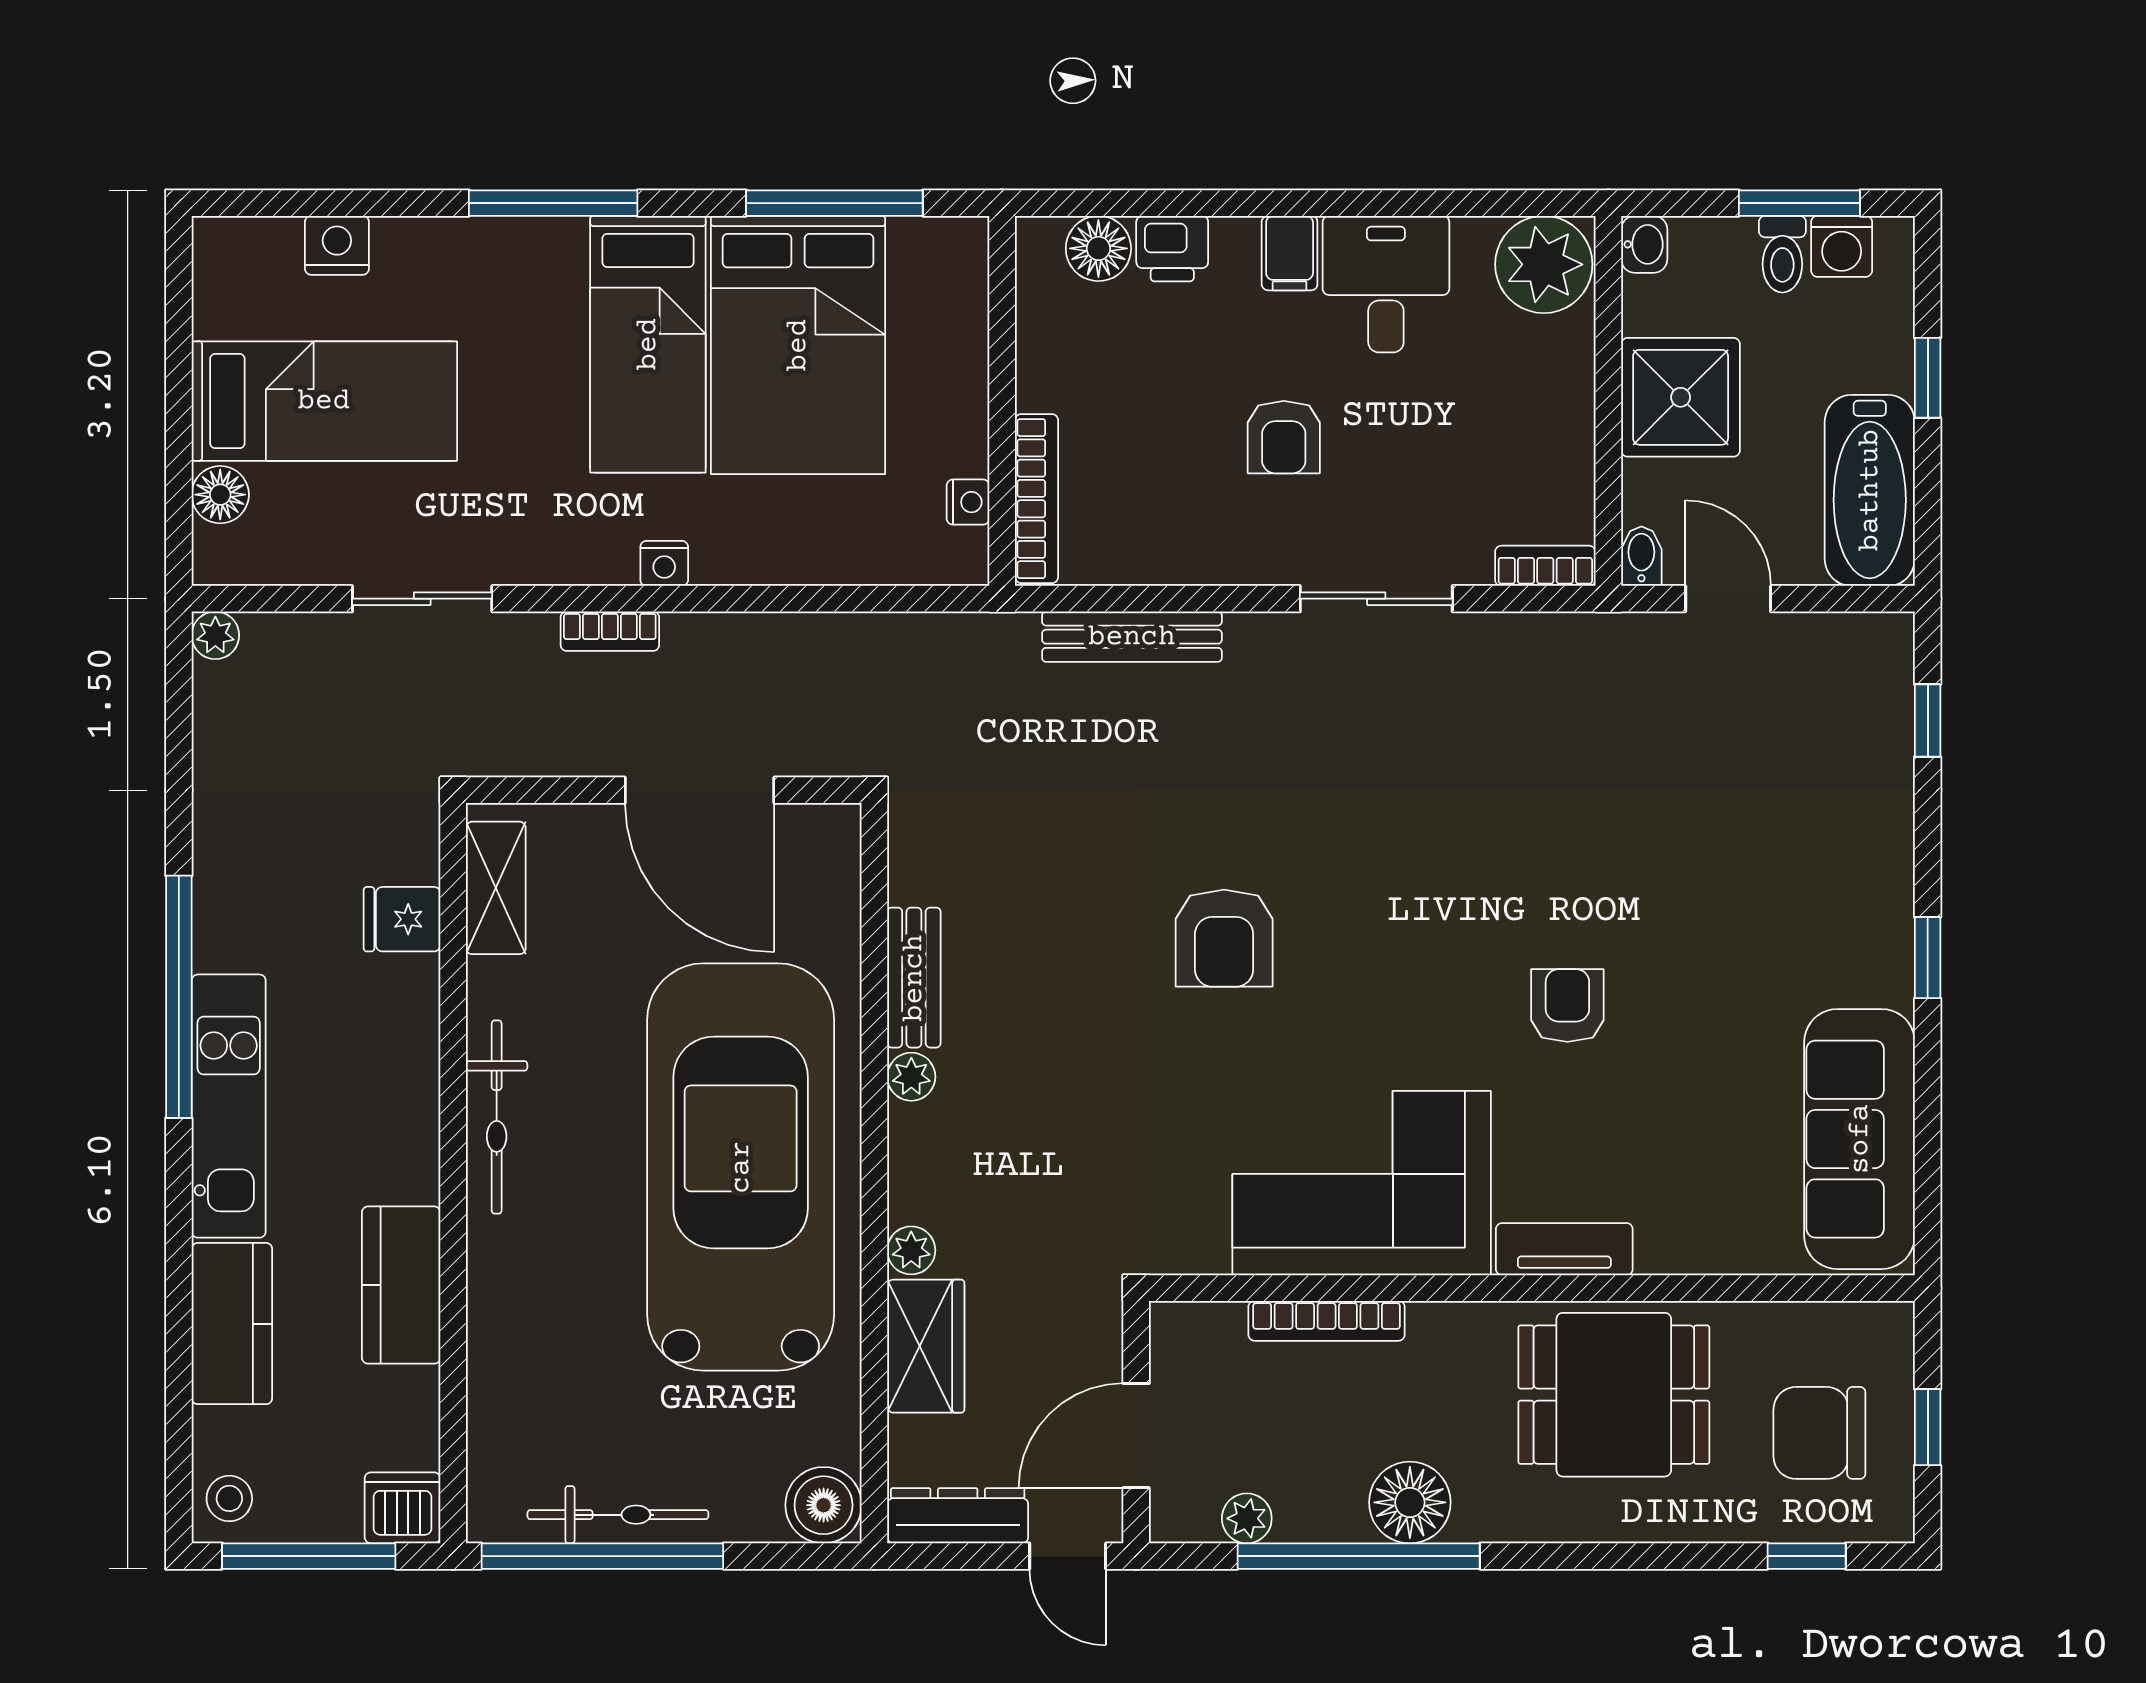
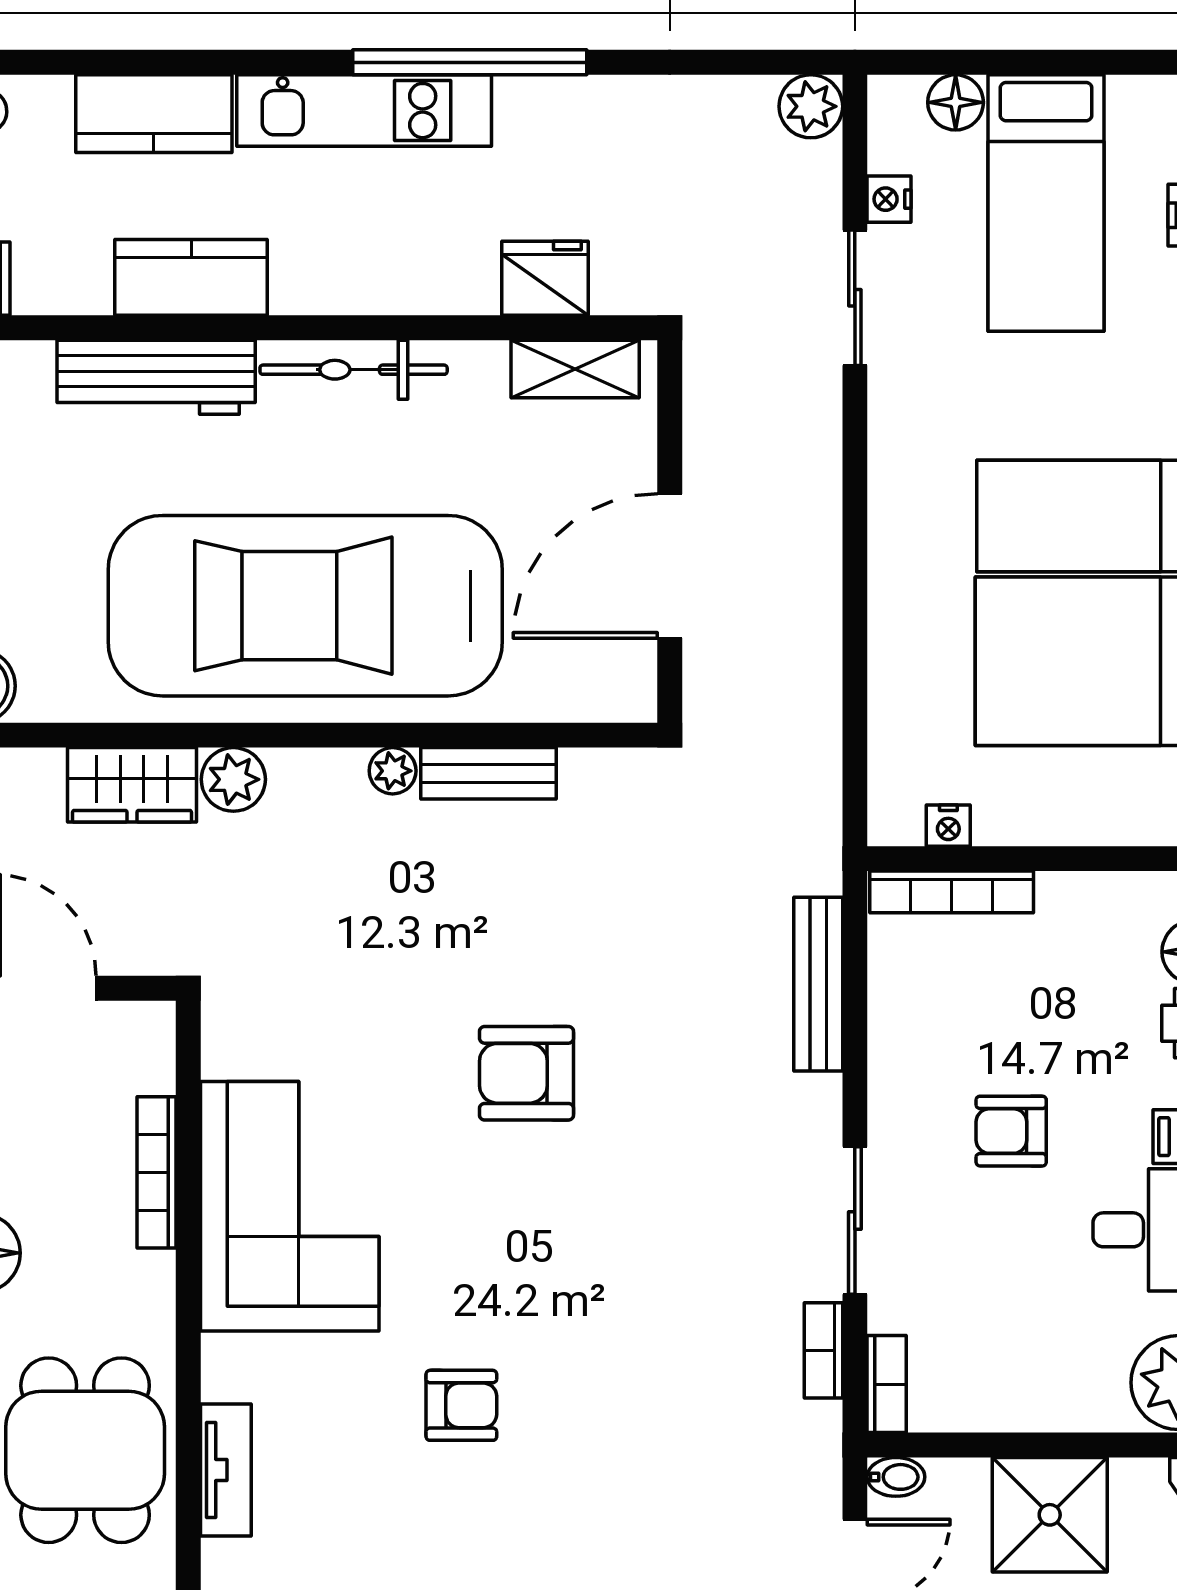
nightstand: (664, 563) -> (889, 199), moved
bookcase: (610, 631) -> (823, 1350), moved
plant: (215, 635) -> (811, 106), width x1.38, depth x1.38
fridge: (402, 919) -> (545, 278), width x1.38
car: (741, 1167) -> (305, 606), turned 180
tv unit: (1564, 1249) -> (226, 1470), moved
plant: (911, 1250) -> (233, 779), width x1.38, depth x1.38
workbench: (504, 1321) -> (156, 377), added

